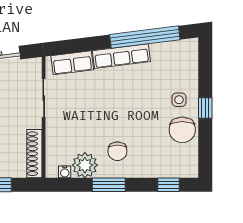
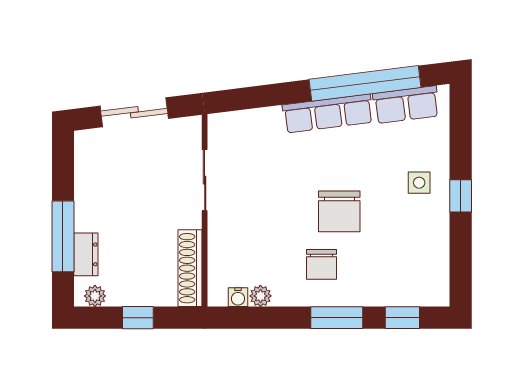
row of seats: (72, 63) -> (406, 105), moved
chair: (182, 130) -> (339, 211), moved
plant: (85, 165) -> (260, 296), width x0.53, depth x0.53
window: (109, 185) -> (337, 318), moved

